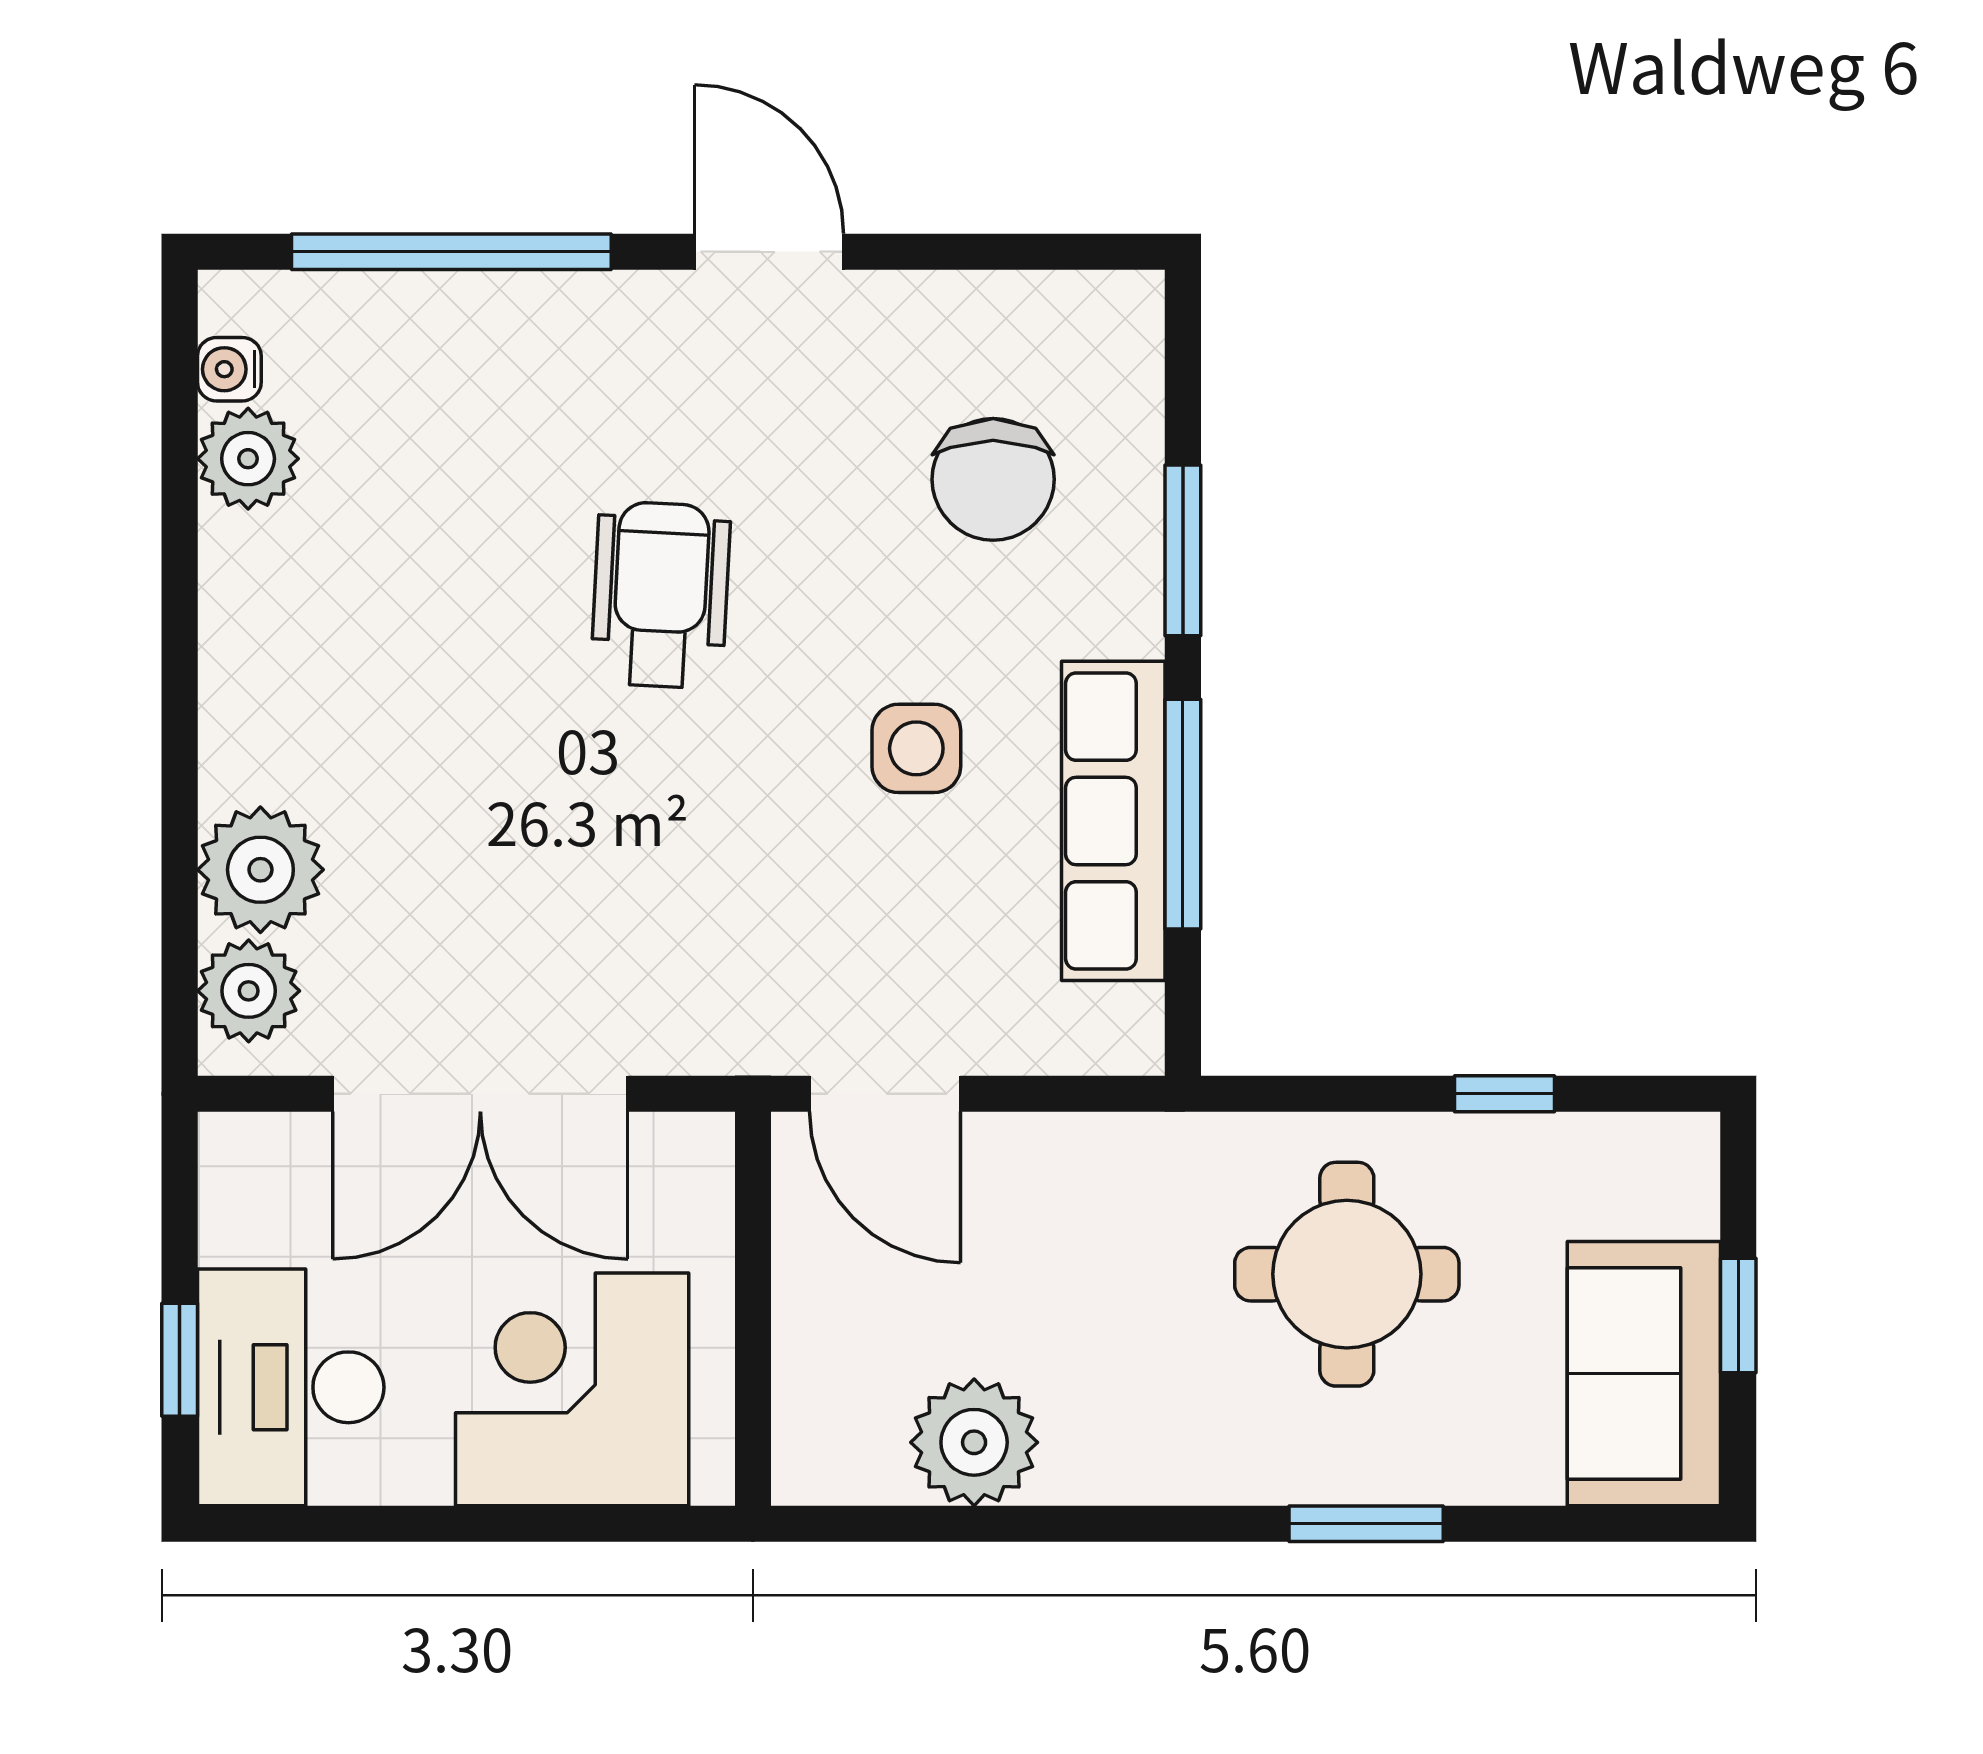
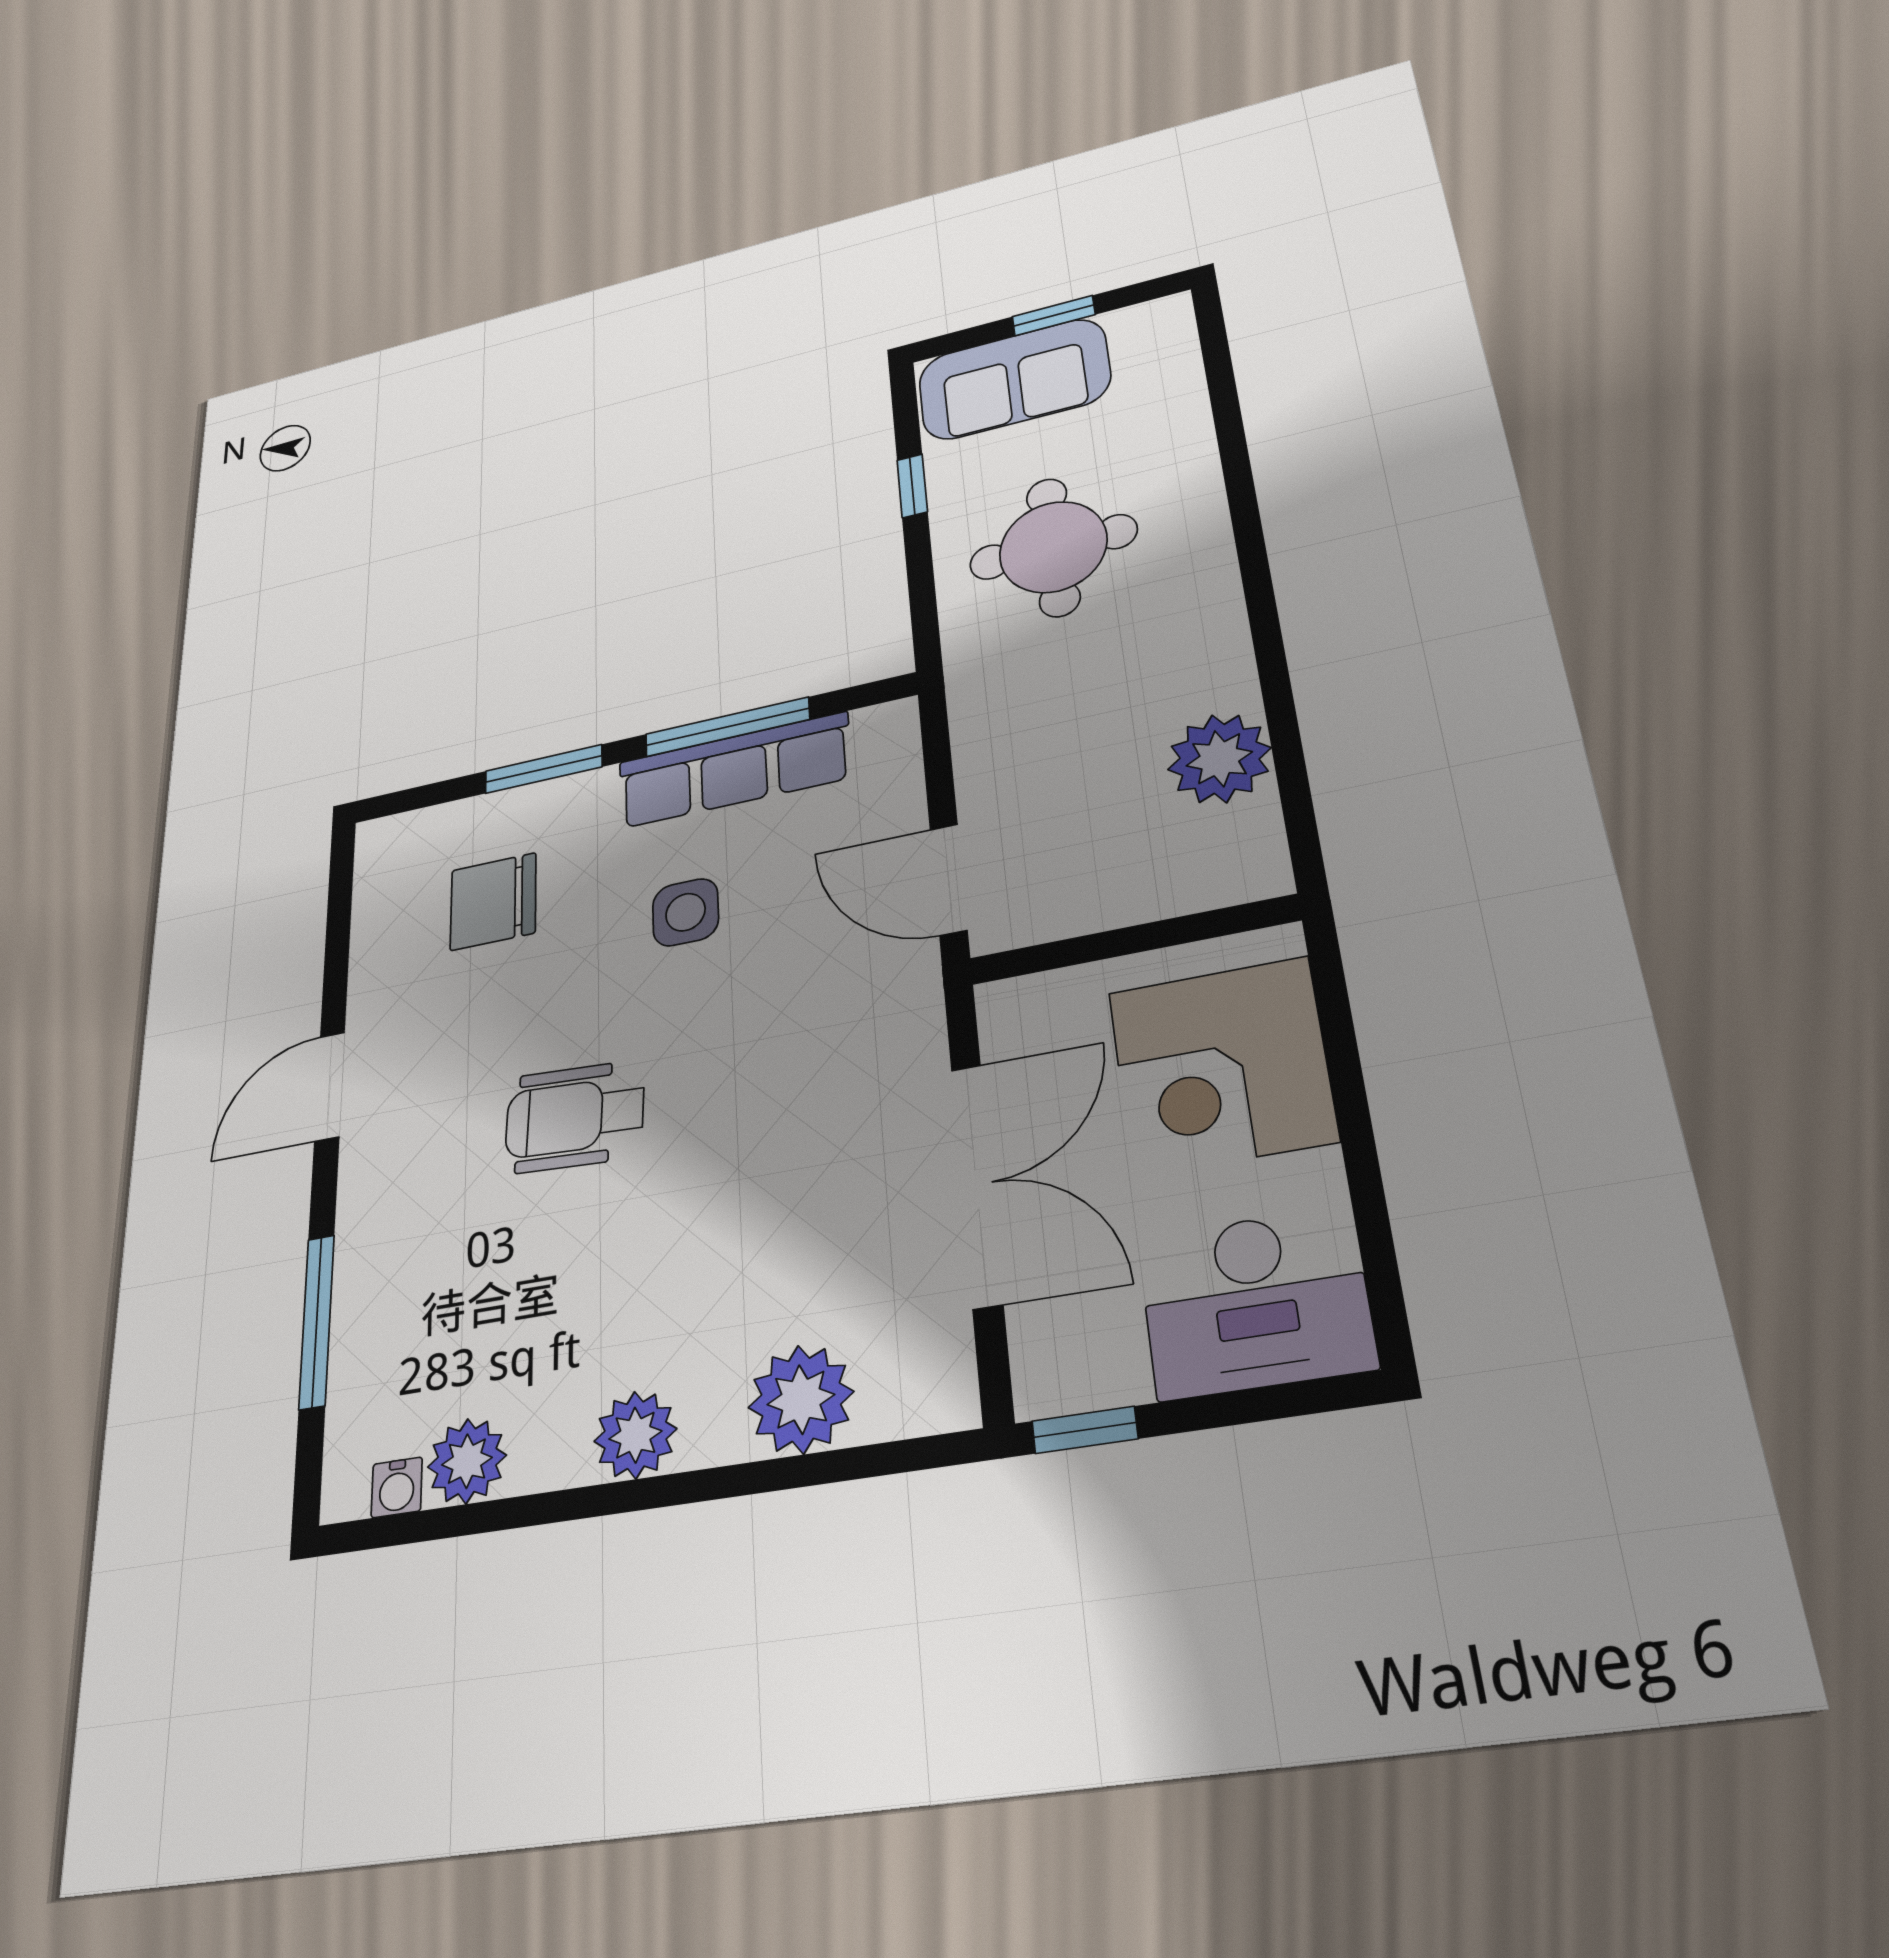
window: (451, 252) -> (317, 1321), width x0.68
chair: (993, 479) -> (493, 902), turned 180
plant: (249, 991) -> (635, 1435), moved
door: (885, 1094) -> (949, 879), swing flipped
window: (180, 1360) -> (1085, 1430), moved
sofa: (1644, 1374) -> (1014, 379), moved
window: (1366, 1524) -> (1240, 490), removed

